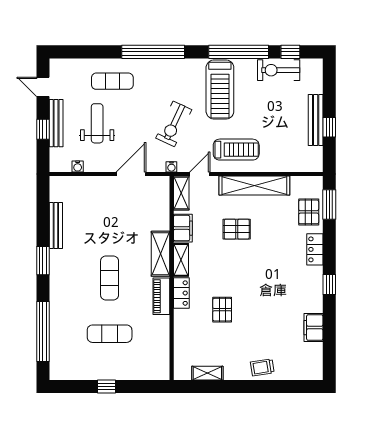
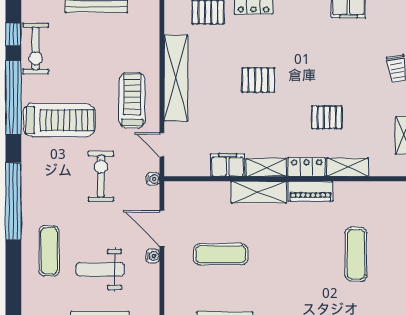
exercise bike: (174, 124) -> (101, 176), turned -115
water cooler: (78, 167) -> (153, 256), moved
shelving: (181, 193) -> (347, 167), moved
pallet: (237, 229) -> (258, 80), moved, turned 90
exercise mat: (110, 278) -> (221, 254), moved

